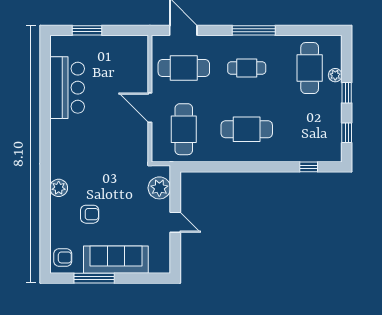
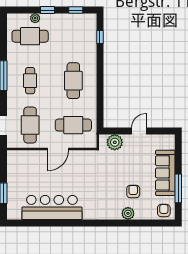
bar counter: (67, 88) -> (52, 207), width x1.36
plant: (59, 188) -> (128, 213), moved

